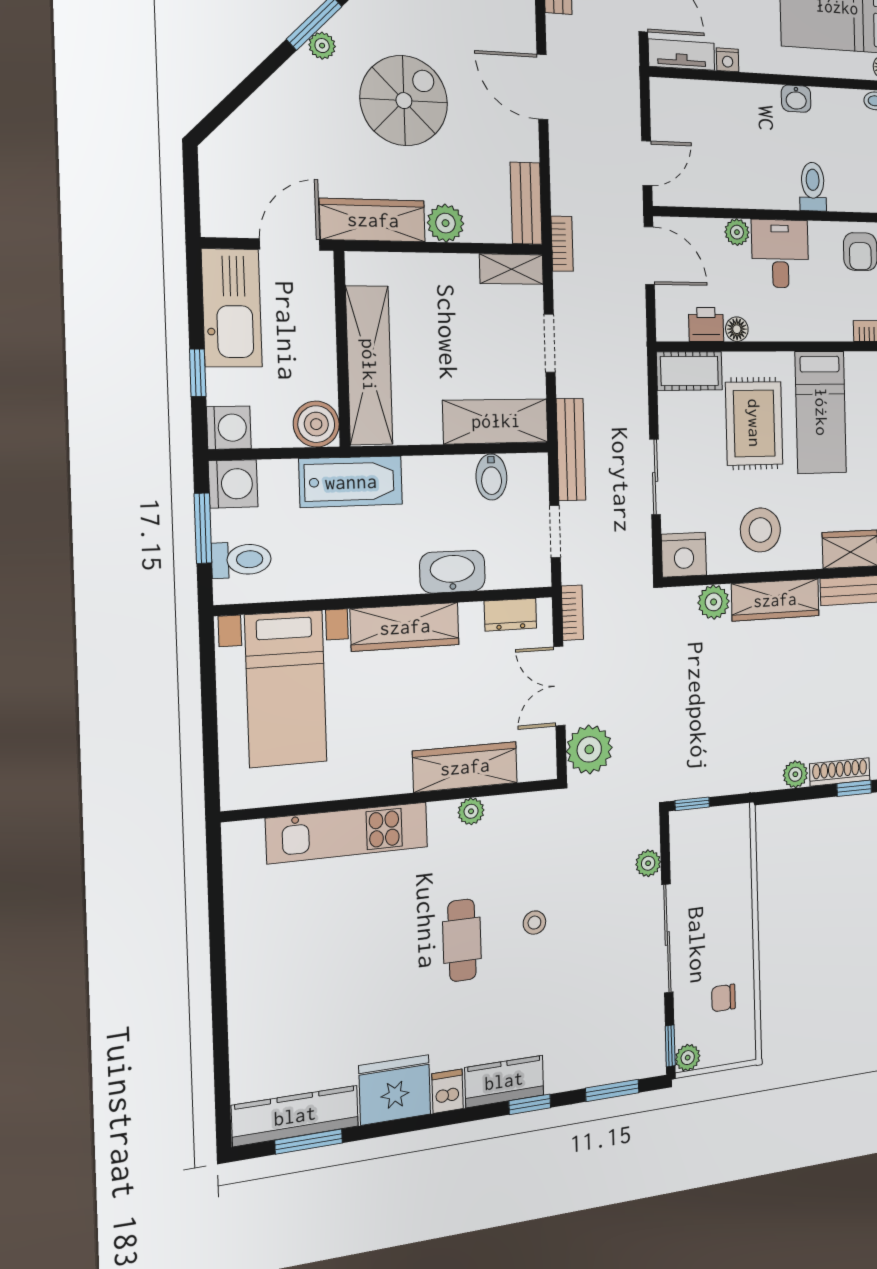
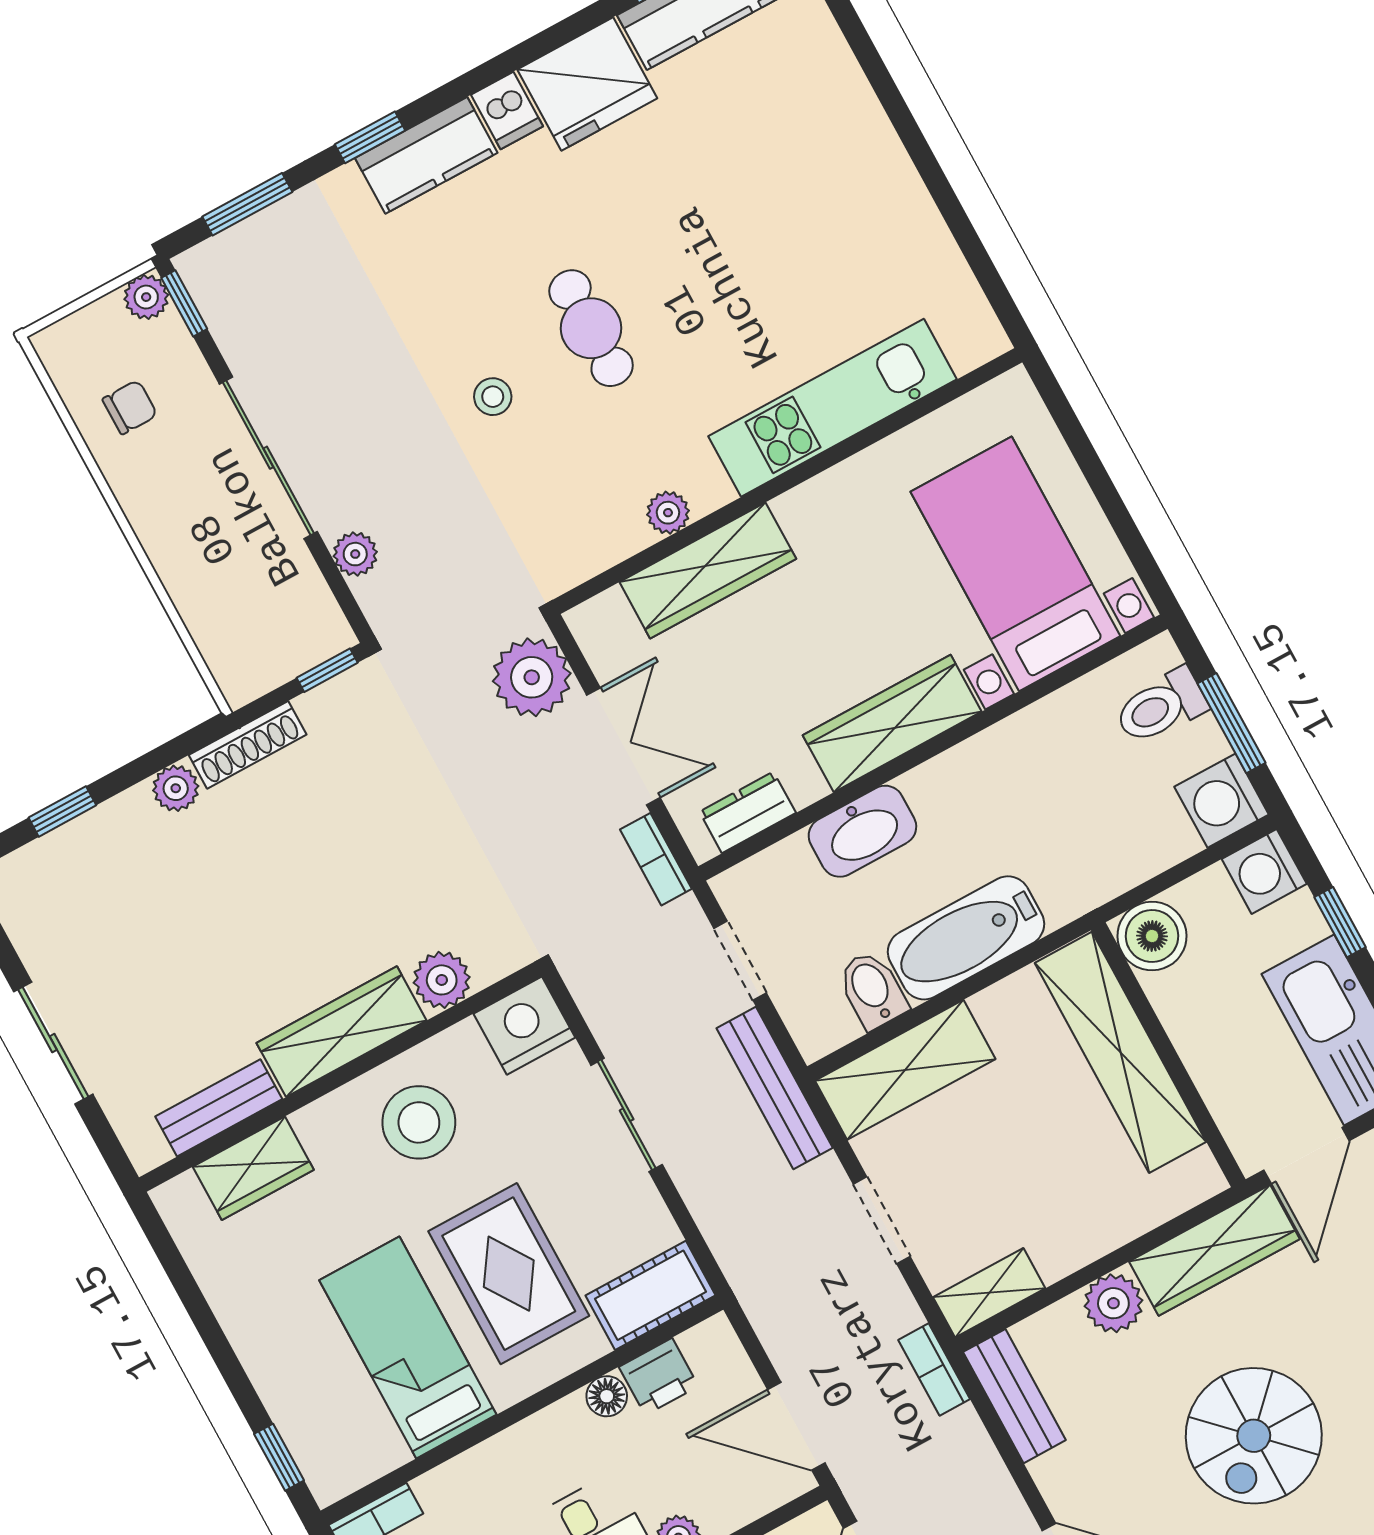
bathtub: (351, 482) -> (966, 938), moved
shoe rack: (840, 772) -> (248, 745), moved

